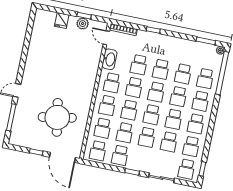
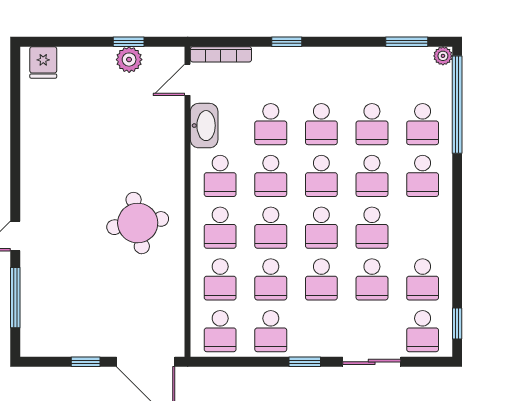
fridge: (62, 21) -> (43, 62), moved
door: (106, 38) -> (188, 80), hinge flipped
round table: (57, 117) -> (138, 223), moved, width x0.73, depth x0.73
school desk: (196, 124) -> (423, 228), removed

